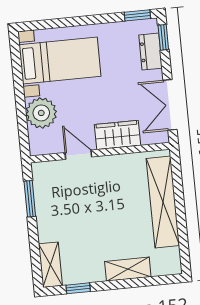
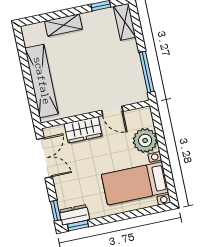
dresser: (150, 52) -> (74, 215), moved, turned -90
window: (30, 199) -> (147, 72), width x1.44

